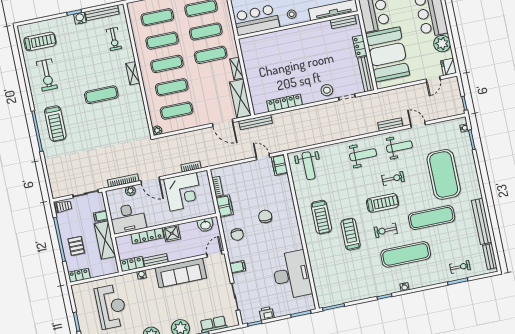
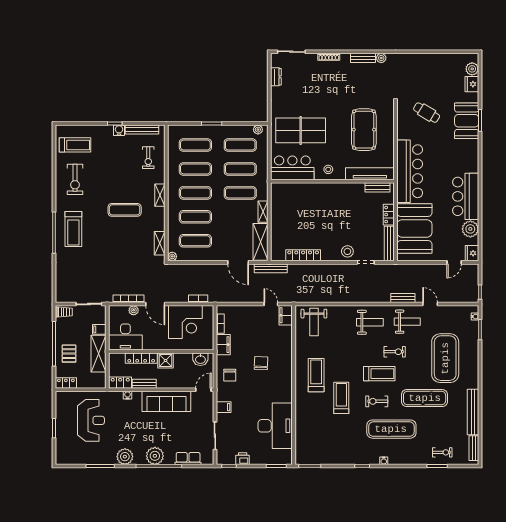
shelving: (142, 120) -> (160, 243), added
treadmill: (321, 217) -> (316, 375), turned 180

